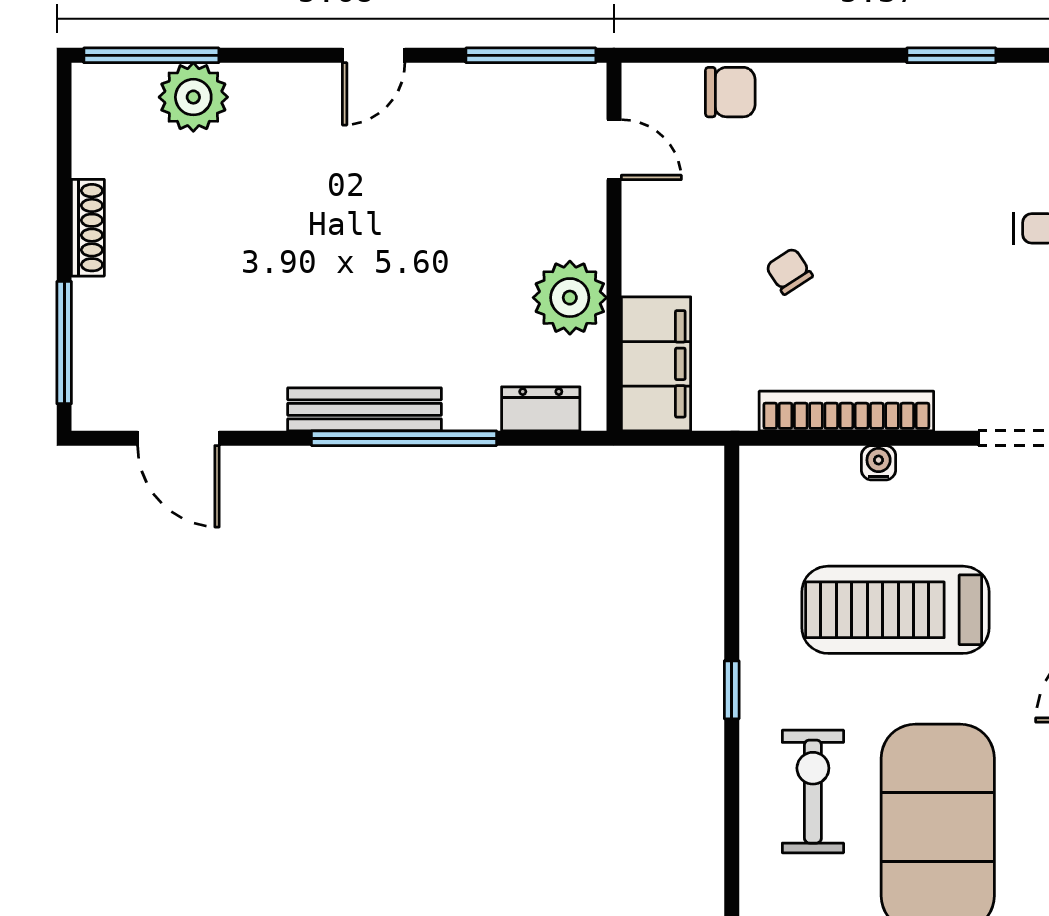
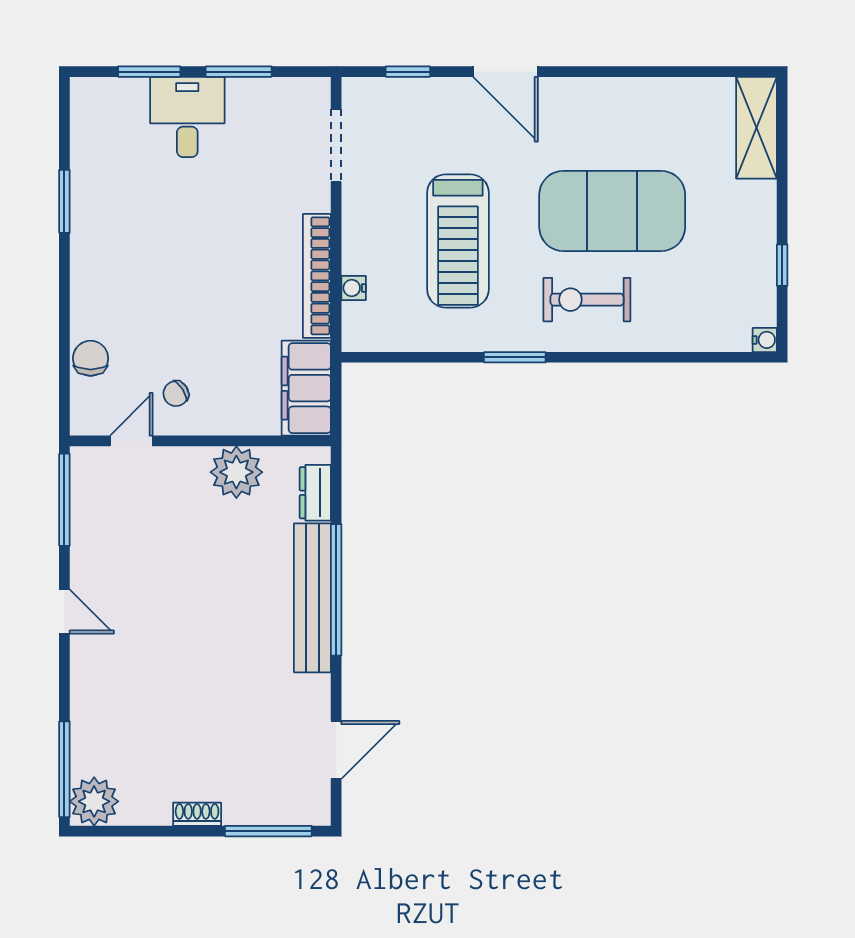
plant: (193, 97) -> (94, 801), moved
shoe rack: (88, 228) -> (197, 814), width x0.70
chair: (789, 271) -> (176, 394), moved
filing cabinet: (656, 364) -> (306, 388), moved, turned -90
bench: (365, 409) -> (312, 598), width x1.37, depth x1.21
water cooler: (879, 463) -> (354, 288), moved
window: (732, 690) -> (515, 357), width x1.50

